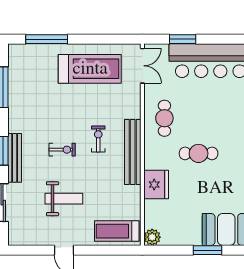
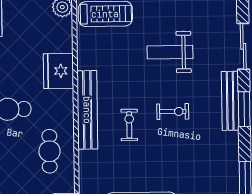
exercise bike: (98, 139) -> (129, 125), turned 180
exercise bike: (62, 150) -> (173, 111), turned 180

